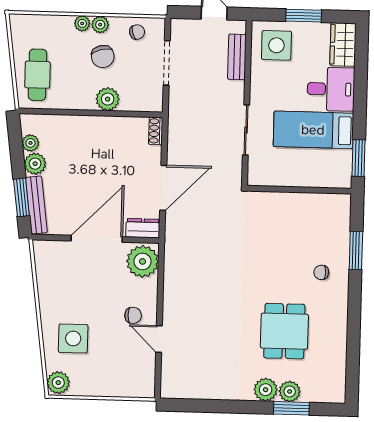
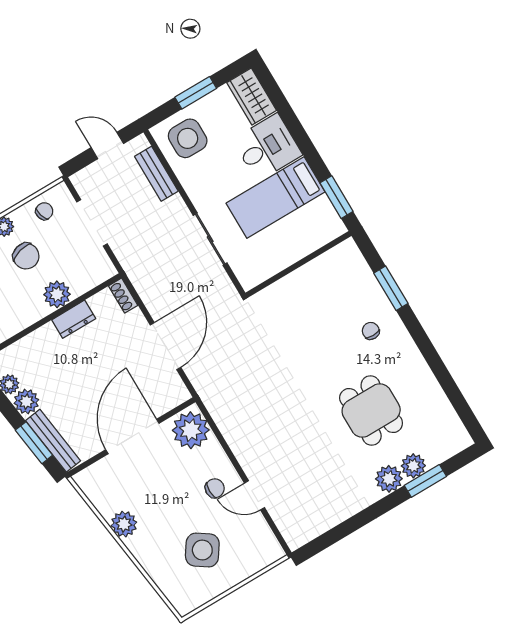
dresser: (143, 228) -> (74, 319), moved, turned 180
chair: (321, 272) -> (371, 331), turned 90
side table: (73, 339) -> (202, 550), moved, turned 34
plant: (58, 383) -> (124, 524), moved

